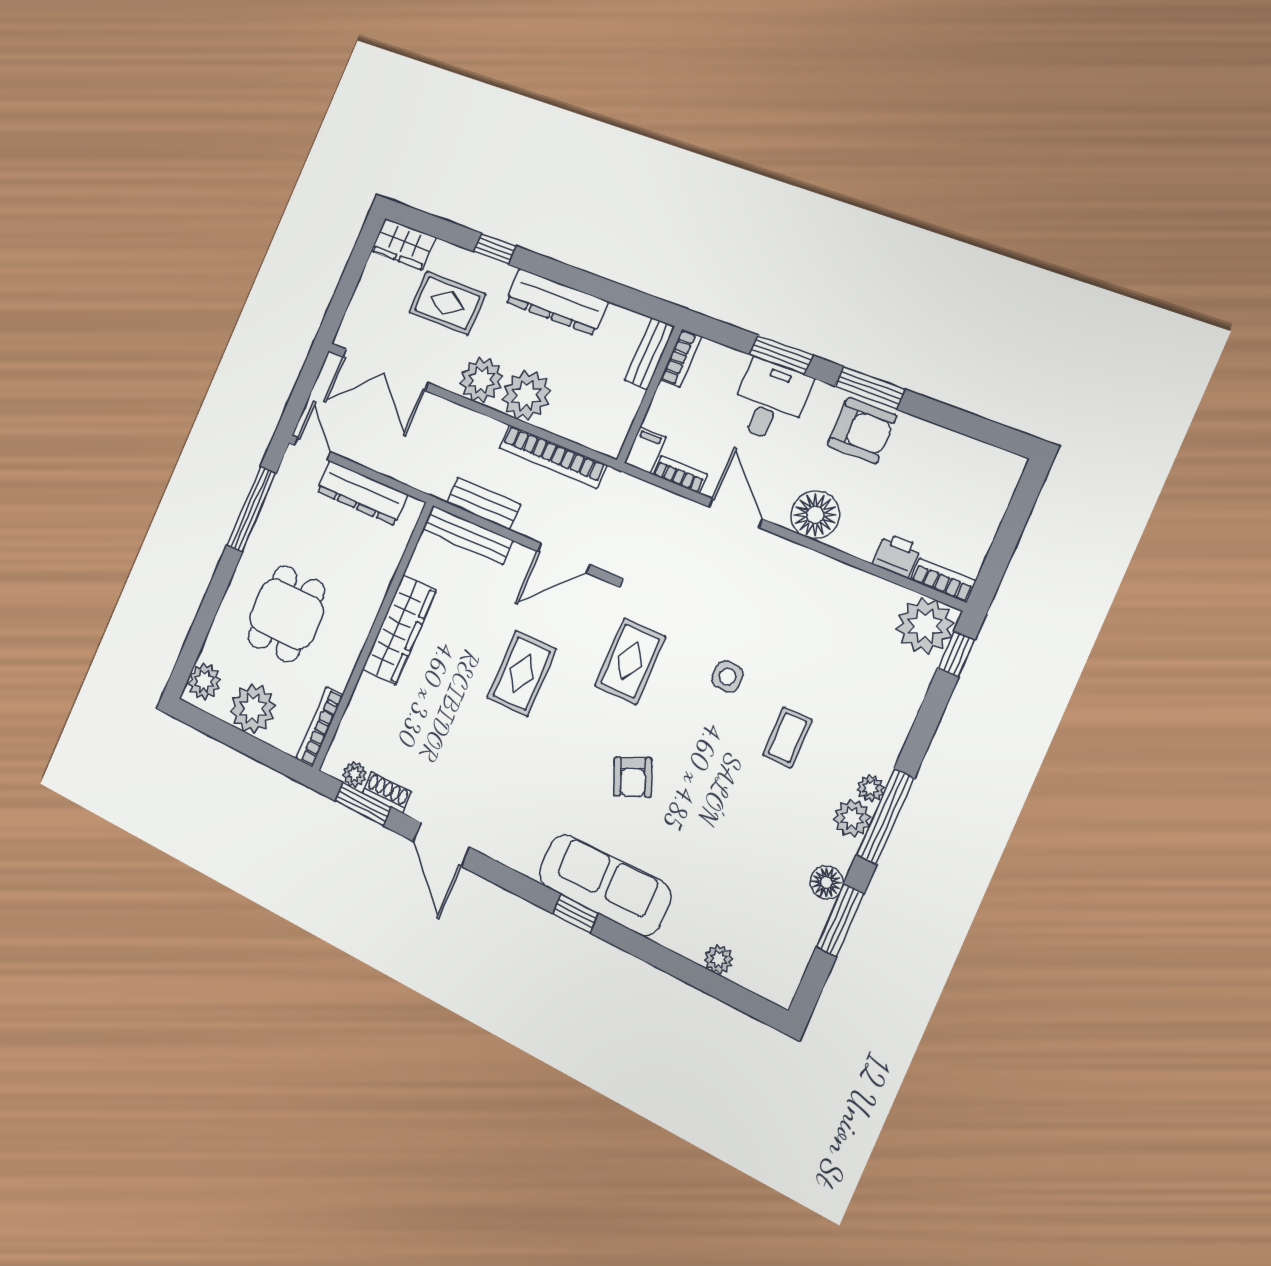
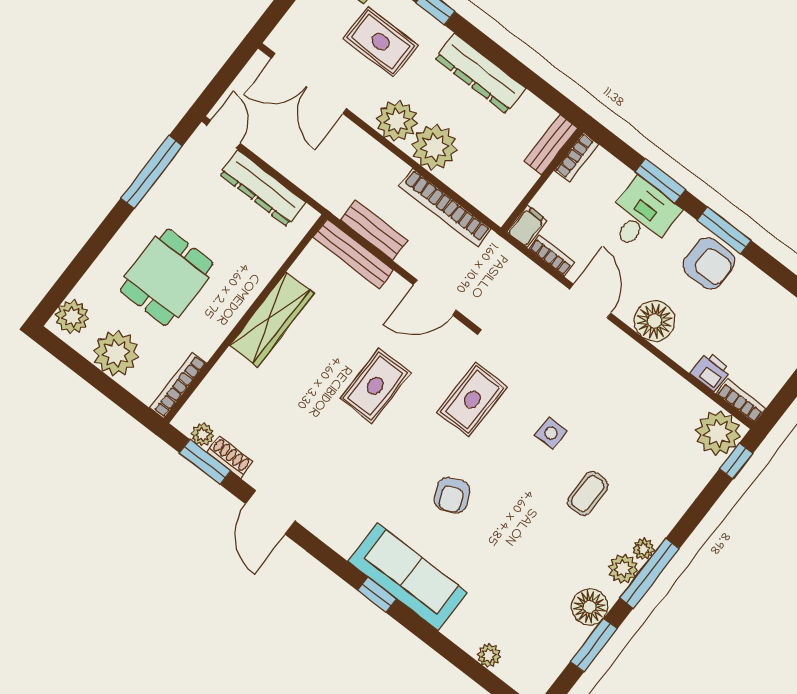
floor lamp: (826, 882) -> (590, 607), width x1.38, depth x1.38

